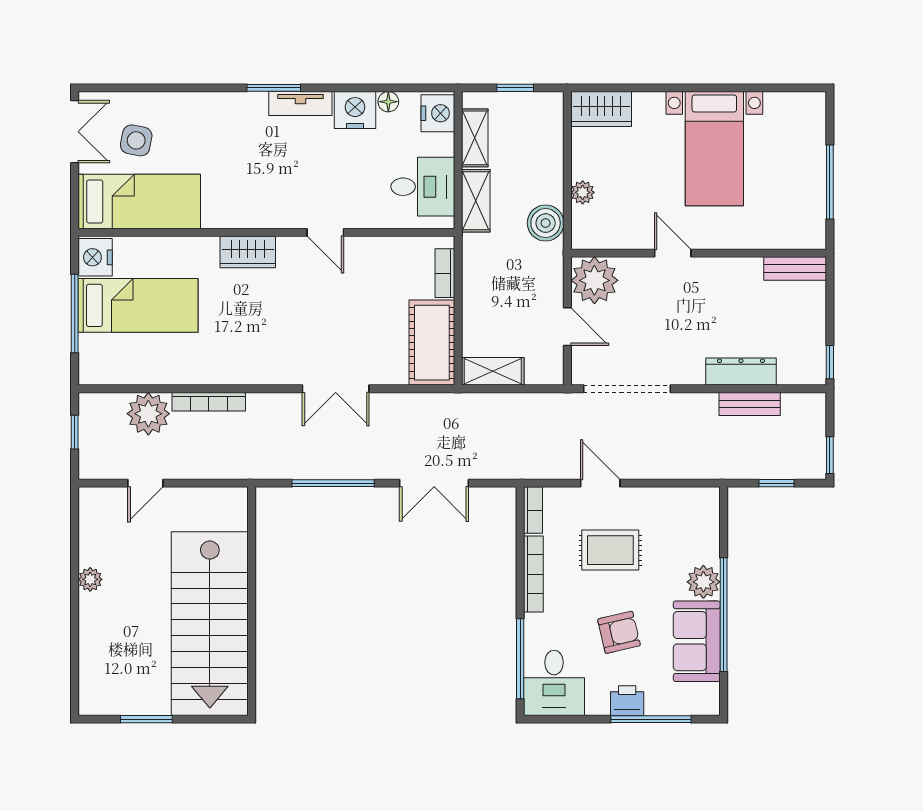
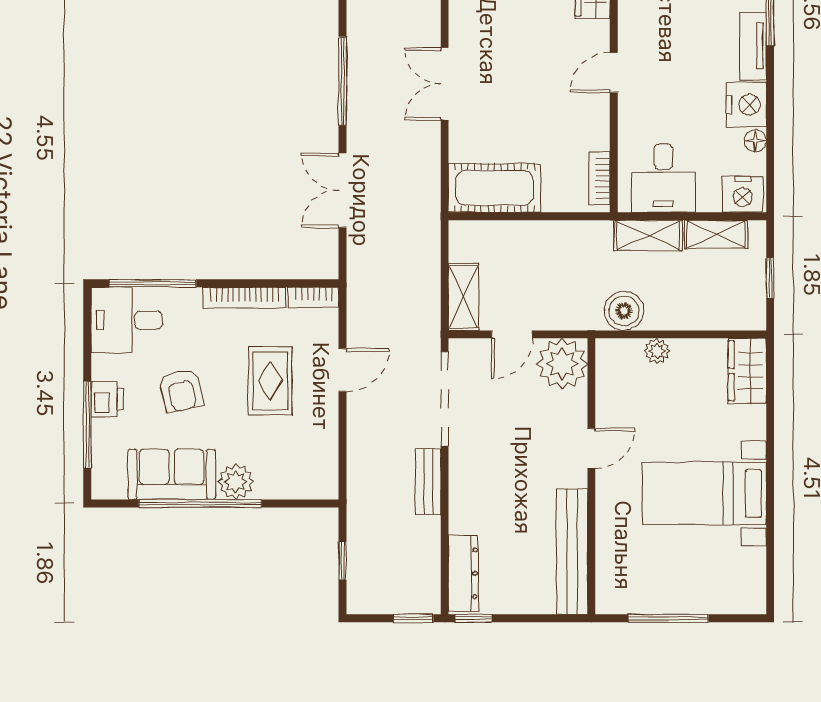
bench: (795, 269) -> (572, 552), width x1.86, depth x1.21
bookcase: (445, 273) -> (599, 178), moved, turned -90
shelving: (493, 371) -> (464, 297), moved
dresser: (741, 372) -> (463, 573), moved
bench: (750, 404) -> (428, 482), moved
window: (830, 455) -> (413, 618), moved

